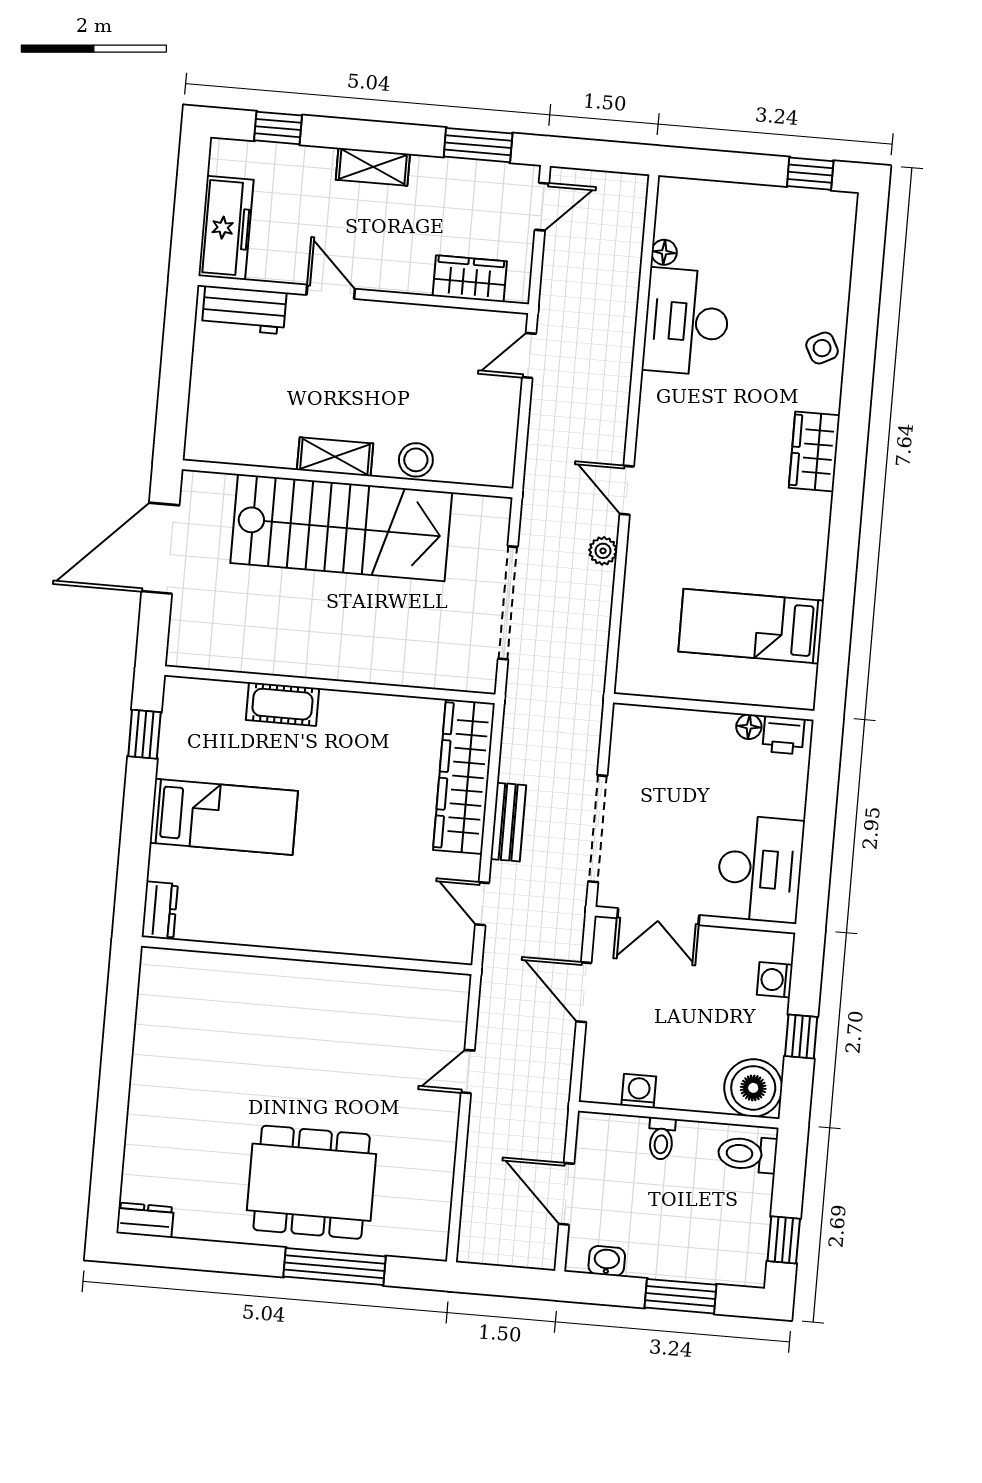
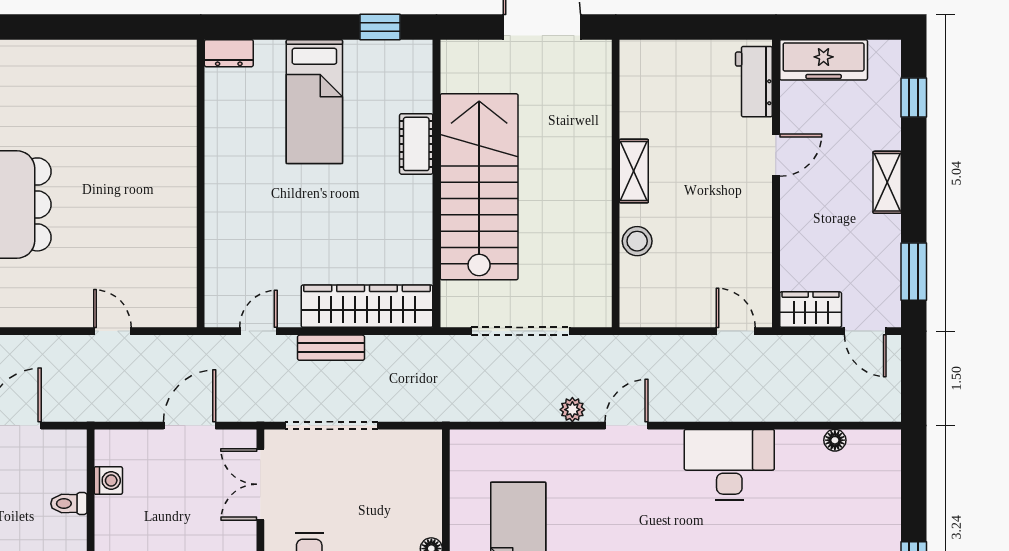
wardrobe: (470, 279) -> (811, 310), moved, turned -90
desk: (686, 322) -> (729, 465), moved
stairs: (341, 528) -> (479, 187), moved, turned 180

